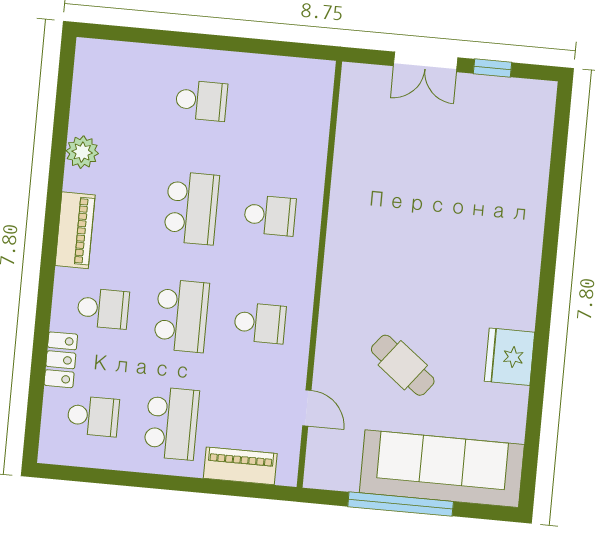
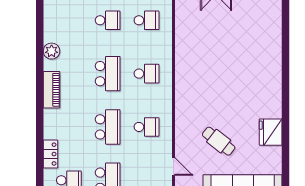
school desk: (103, 308) -> (147, 20), moved

